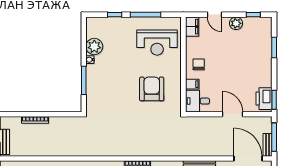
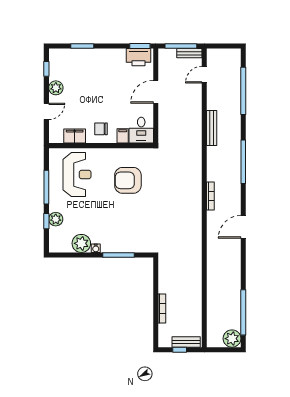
plant: (116, 23) -> (56, 219), added
filing cabinet: (192, 27) -> (75, 136), moved
door: (248, 158) -> (204, 75), width x0.53

